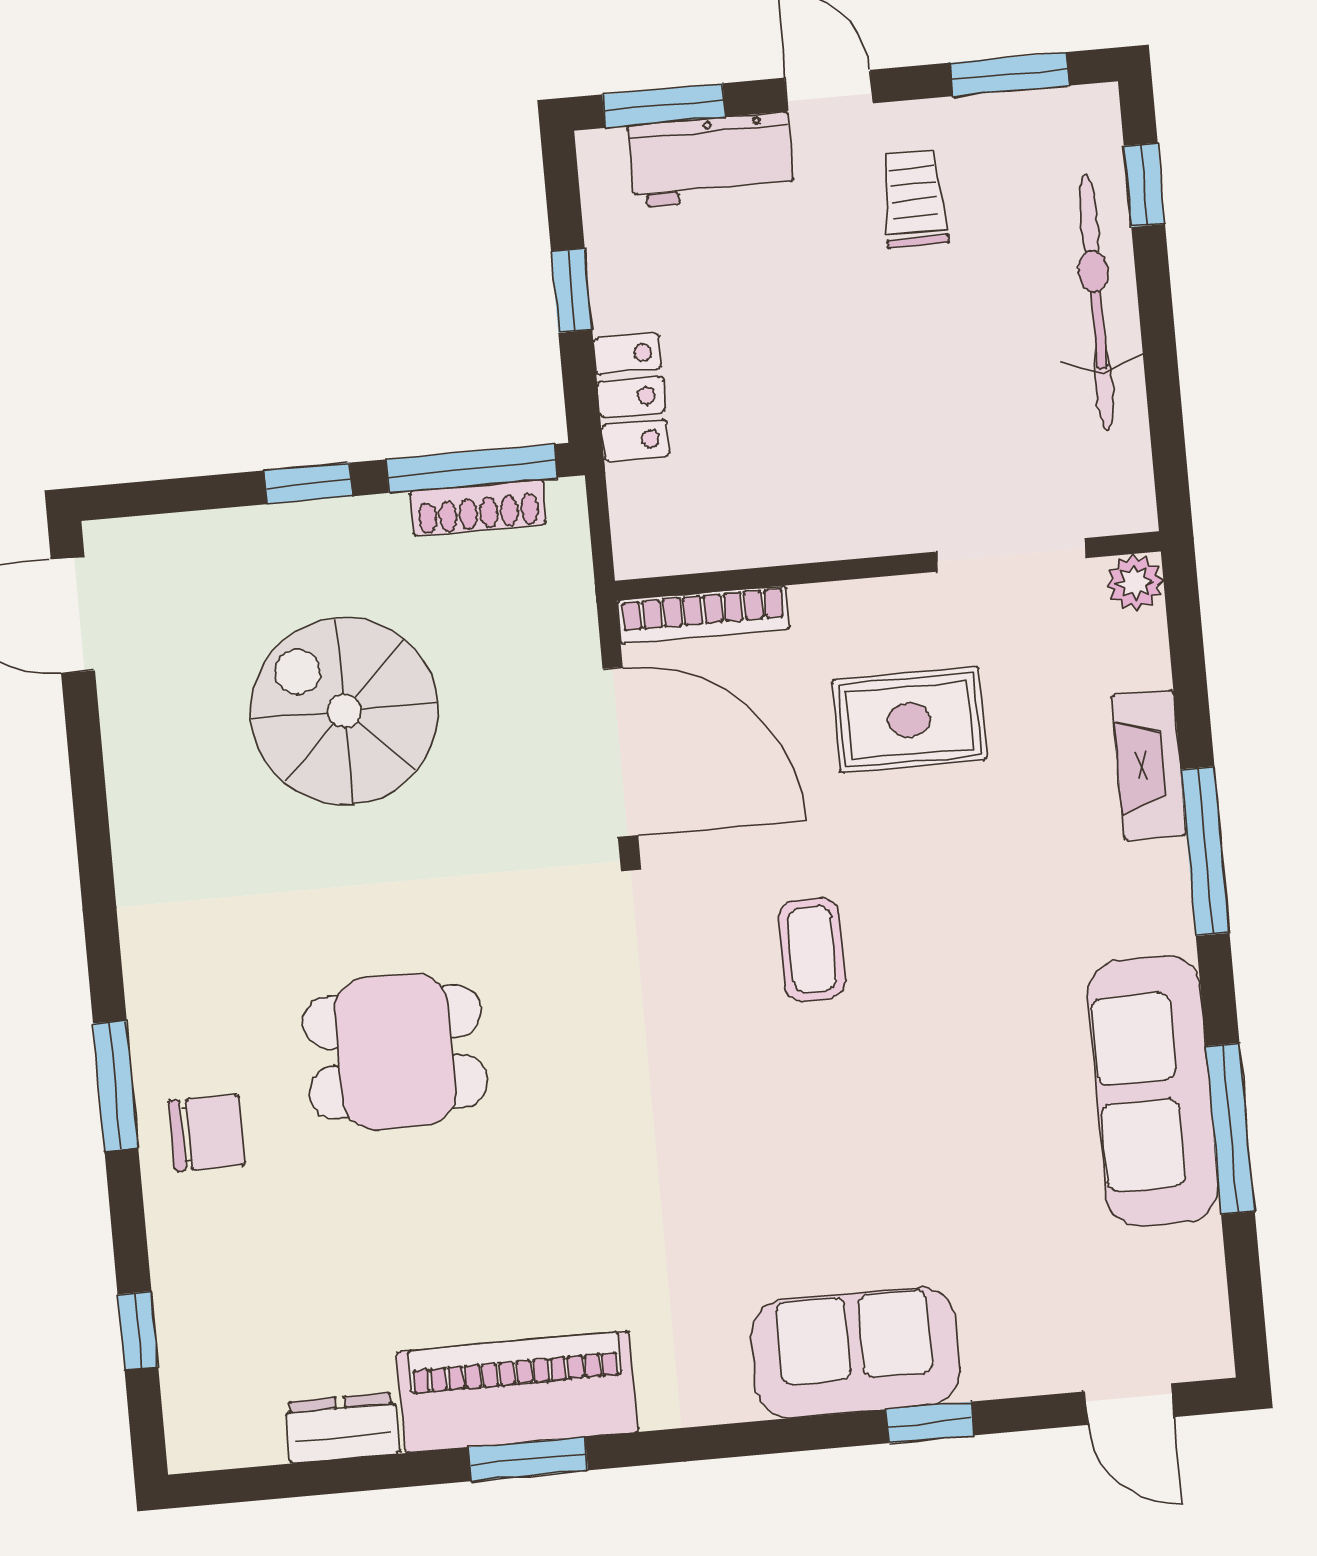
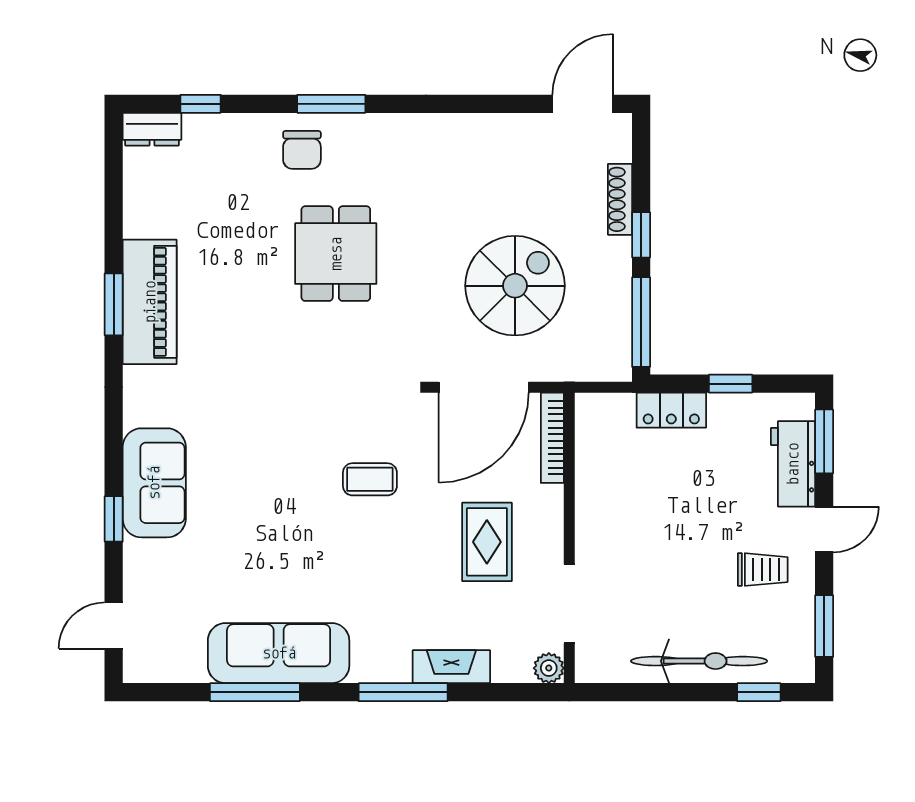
shoe rack: (478, 508) -> (620, 199), moved
spiral stairs: (345, 711) -> (515, 286), moved
dresser: (342, 1428) -> (152, 129), moved, turned 90

